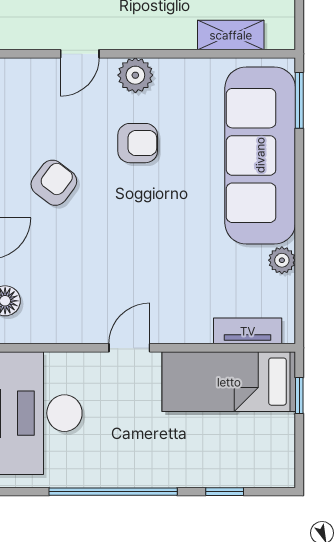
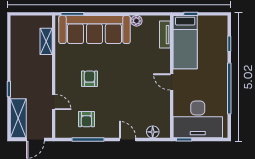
plant: (135, 75) -> (62, 80), removed
armchair: (54, 183) -> (86, 119), moved, turned -127

